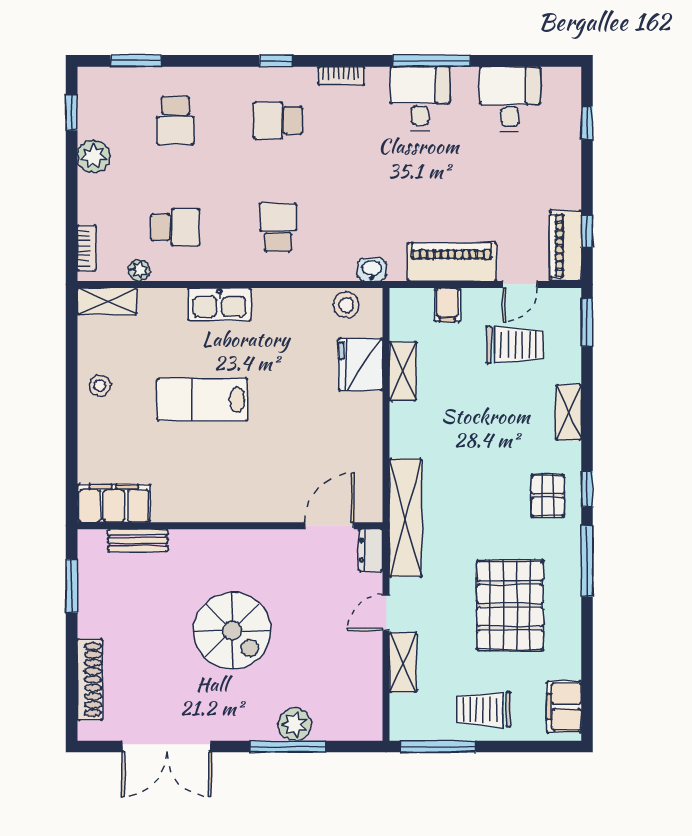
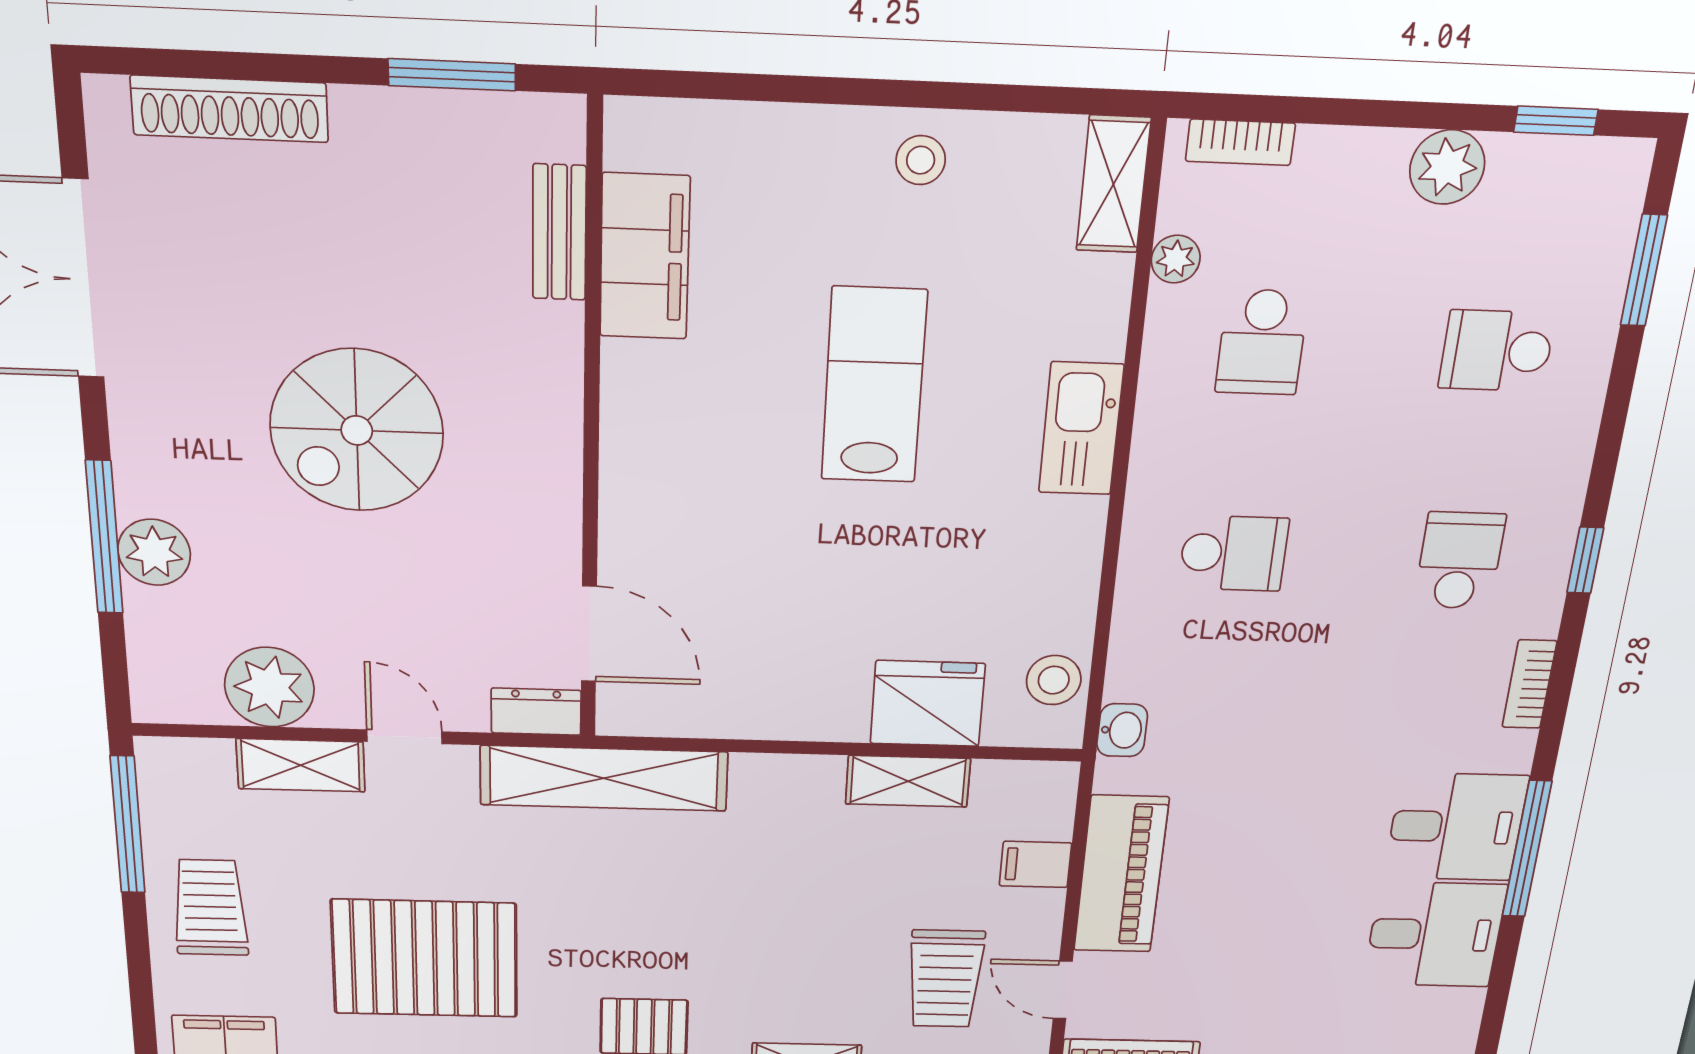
desk: (510, 99) -> (1435, 934), moved
filing cabinet: (114, 503) -> (645, 257), moved
plant: (362, 675) -> (269, 687), added

